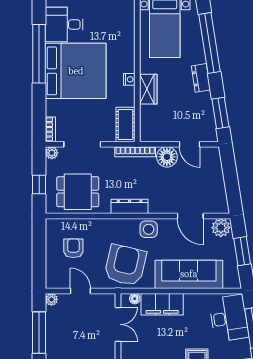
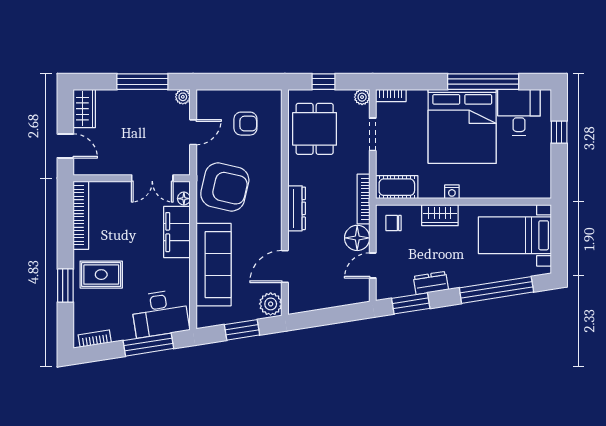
dresser: (201, 78) -> (431, 283), moved
chair: (155, 127) -> (394, 223), added
doorway: (82, 144) -> (373, 134), width x0.73
dresser: (130, 206) -> (297, 208), moved
side table: (149, 229) -> (269, 215), removed

